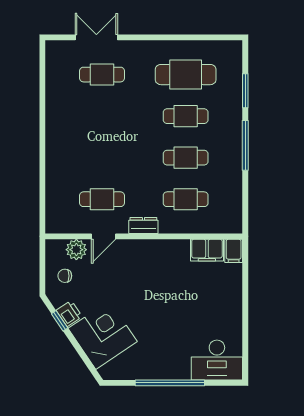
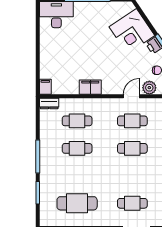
cafe table: (186, 116) -> (132, 148), moved
dresser: (143, 225) -> (49, 104), moved
filing cabinet: (207, 250) -> (90, 87), moved

